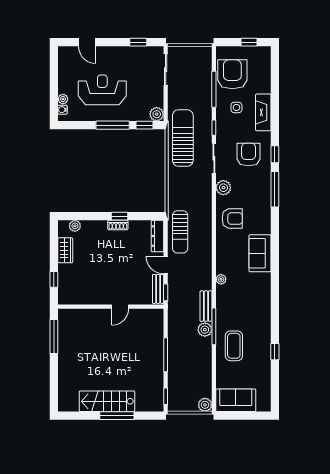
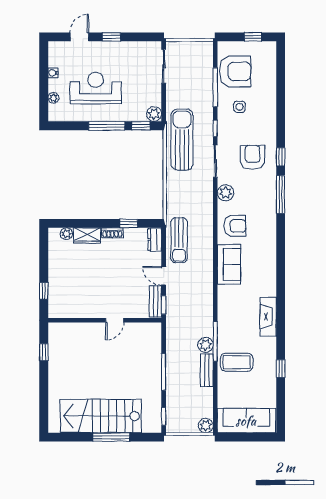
door: (87, 42) -> (79, 37), swing flipped
window: (138, 42) -> (111, 37), moved
armchair: (232, 74) -> (235, 71), turned 90
water cooler: (62, 110) -> (53, 73), moved
fireplace: (263, 112) -> (268, 317), moved
window: (119, 216) -> (129, 223), moved
dresser: (157, 236) -> (155, 240), width x0.70
wardrobe: (65, 250) -> (87, 236), moved, turned 90
sofa: (260, 253) -> (229, 264), moved, turned 180
plant: (221, 279) -> (223, 291), removed
bench: (206, 306) -> (207, 370), moved
window: (54, 336) -> (44, 352), width x0.46
coffee table: (234, 346) -> (237, 362), turned 90
sofa: (236, 400) -> (246, 421), width x1.36
stairs: (107, 401) -> (101, 416), width x1.36, depth x1.51

